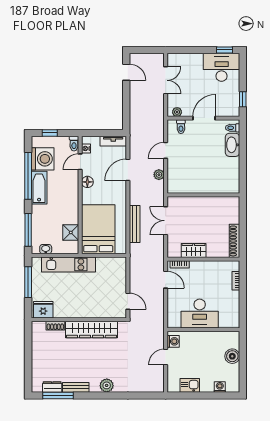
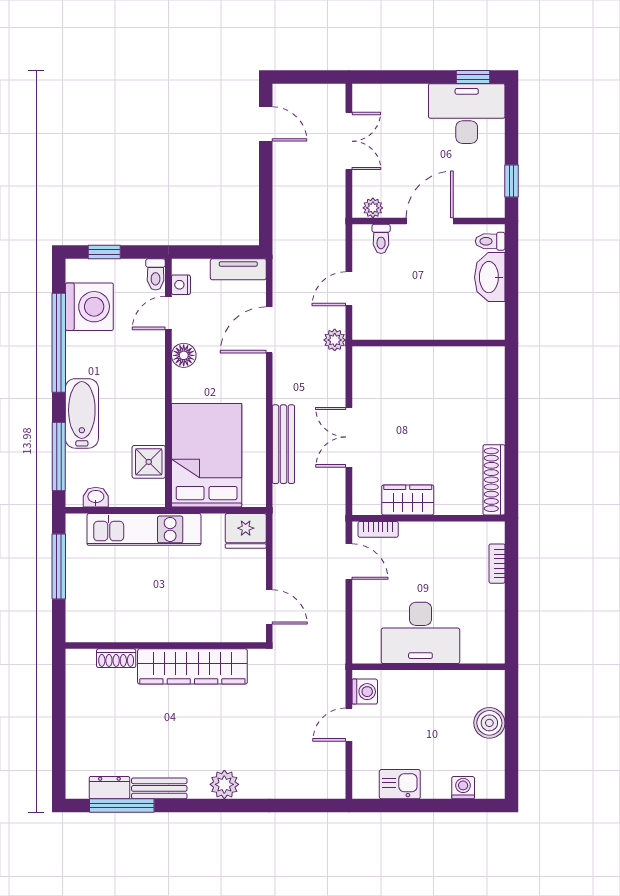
bathtub: (39, 188) -> (82, 413), moved
wall: (203, 195) -> (428, 343), moved
fridge: (43, 310) -> (246, 531), moved, turned 180

